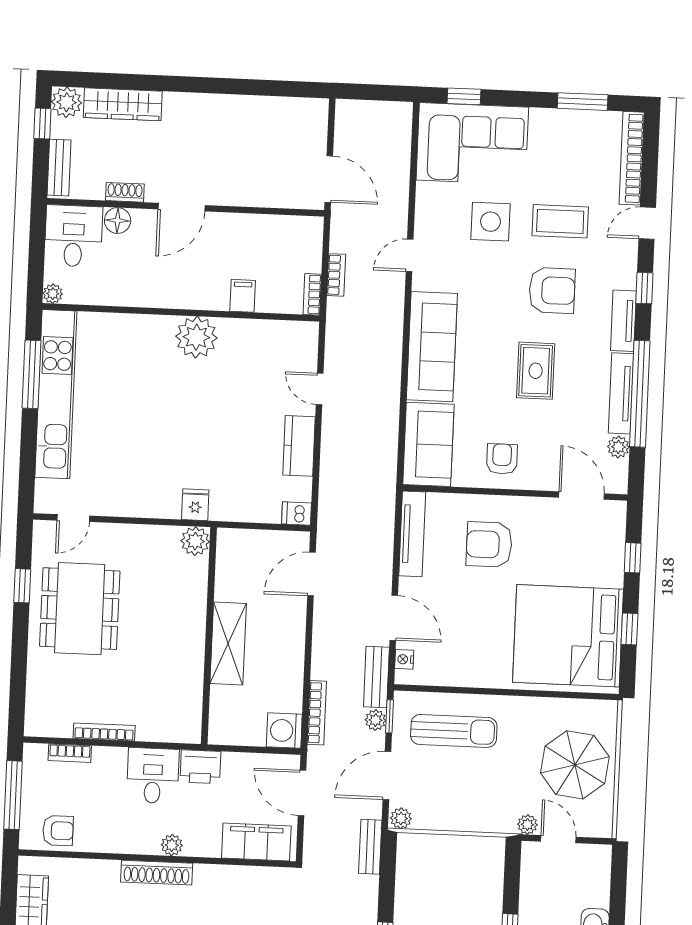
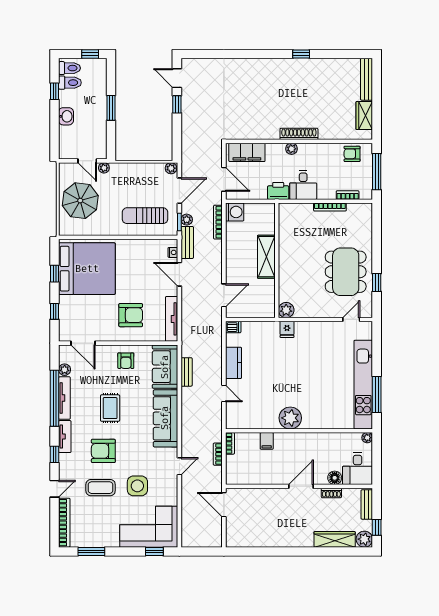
bench: (370, 847) -> (187, 372), moved

